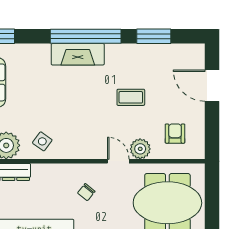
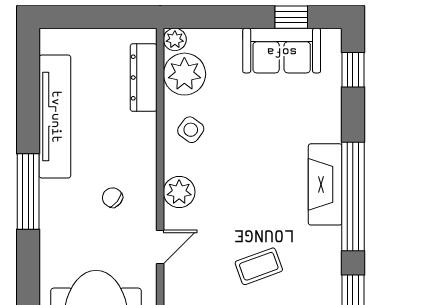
coffee table: (131, 97) -> (259, 266), turned 70
plant: (140, 149) -> (179, 192), moved

